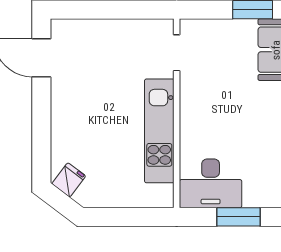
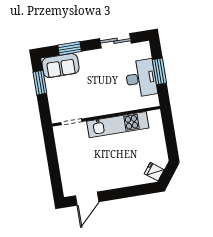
desk: (211, 183) -> (141, 78), moved

